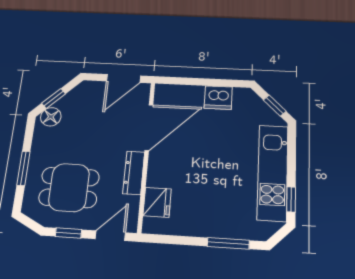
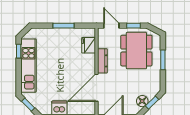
floor lamp: (51, 117) -> (142, 101), moved
dining table: (69, 187) -> (136, 51), width x1.37
door: (110, 236) -> (111, 26), swing flipped
window: (228, 243) -> (63, 26), moved

